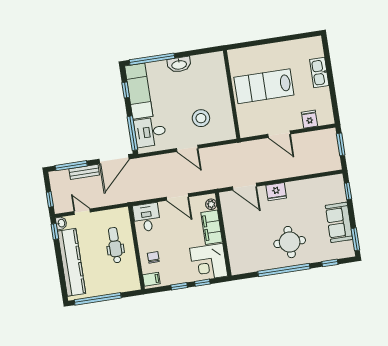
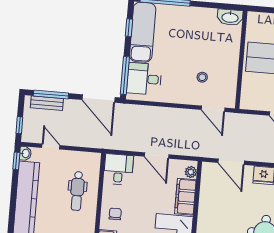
washbasin: (179, 65) -> (230, 17), moved
stool: (201, 118) -> (202, 77), width x0.53, depth x0.53
door: (187, 148) -> (213, 109), moved
door: (114, 159) -> (98, 98), hinge flipped
bench: (84, 172) -> (47, 103), moved
dental chair: (115, 245) -> (77, 191), turned 180

